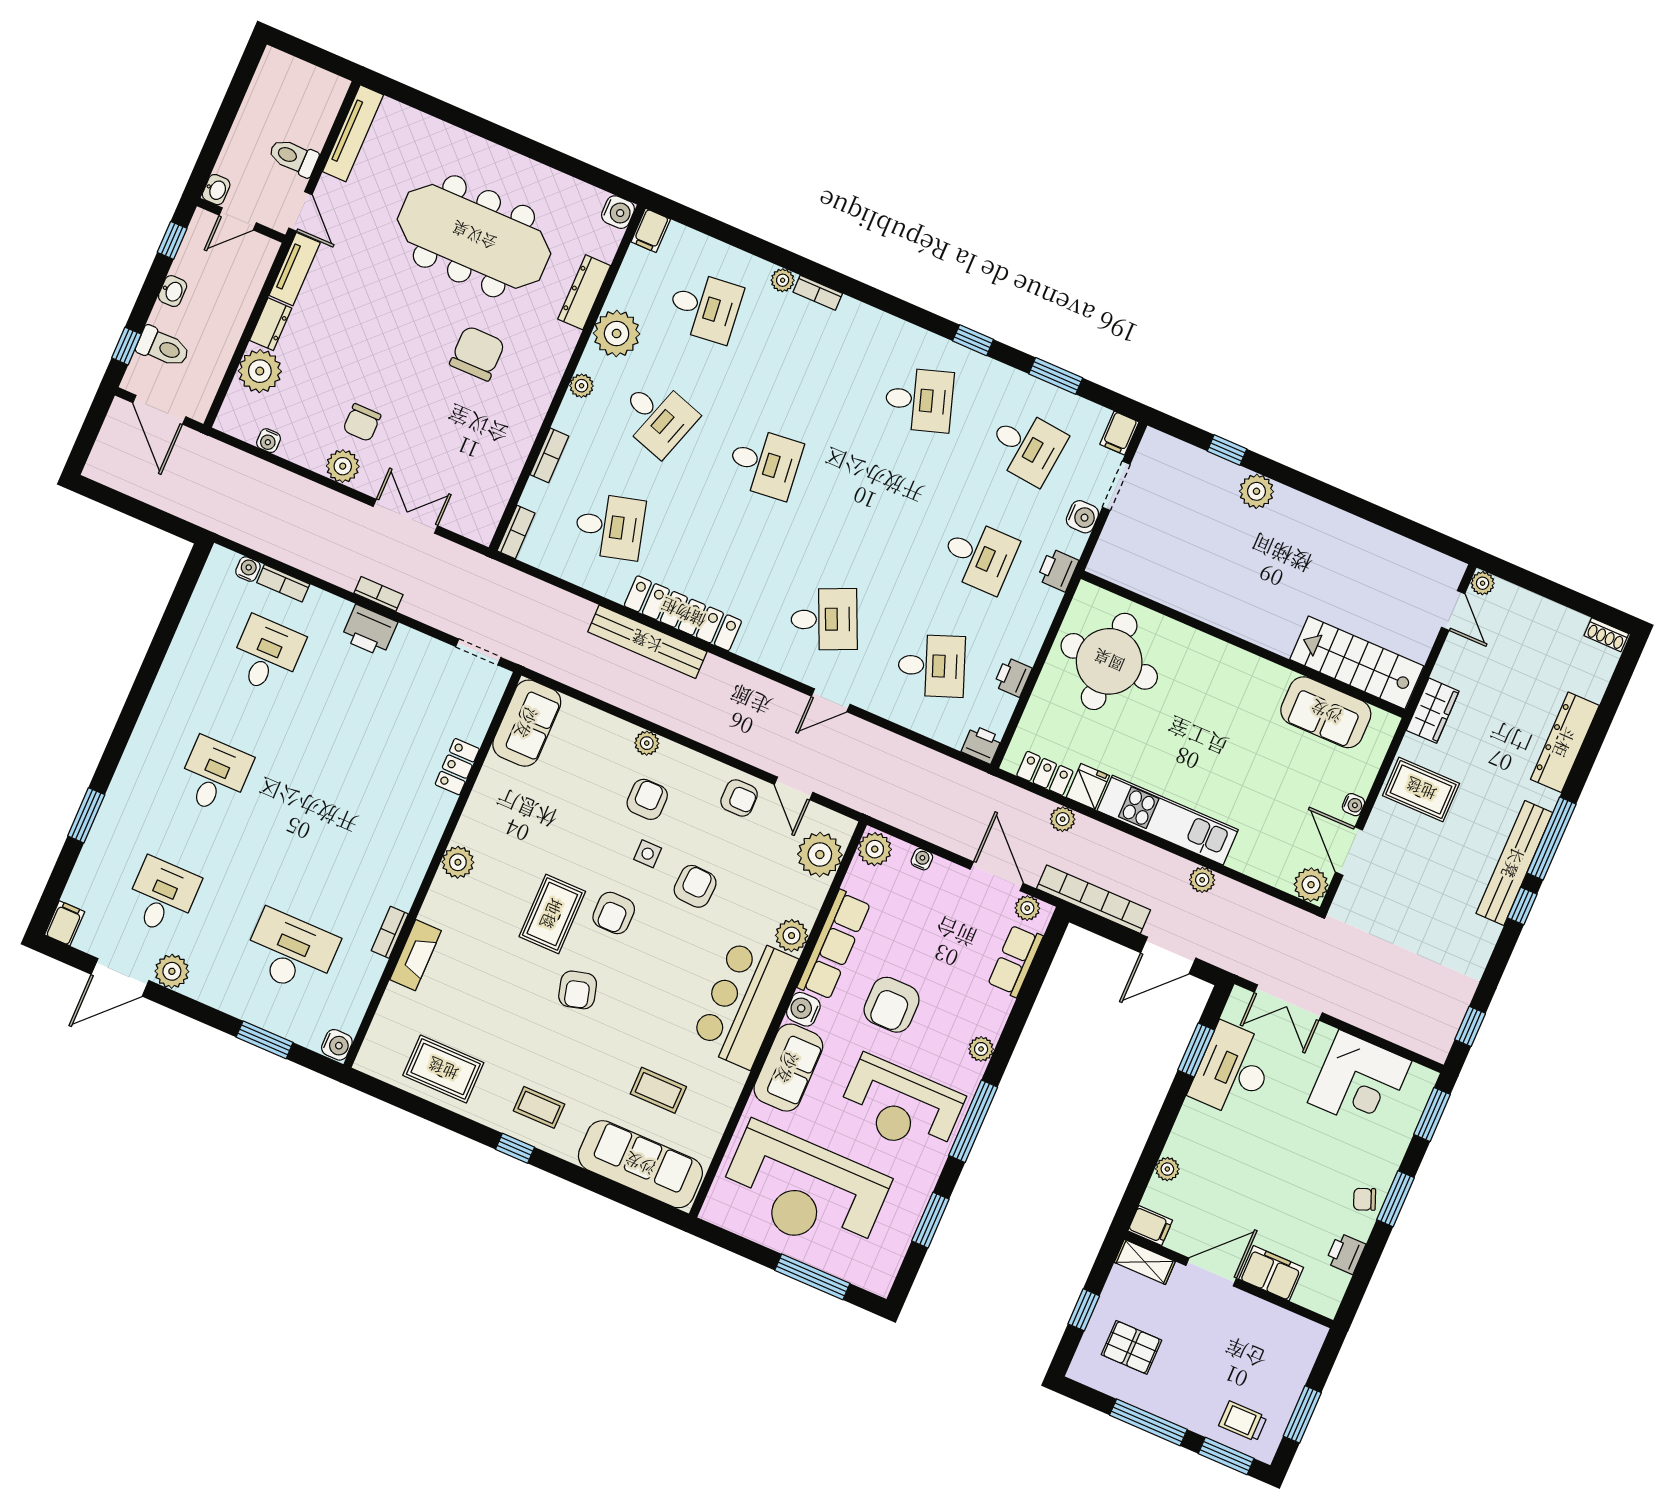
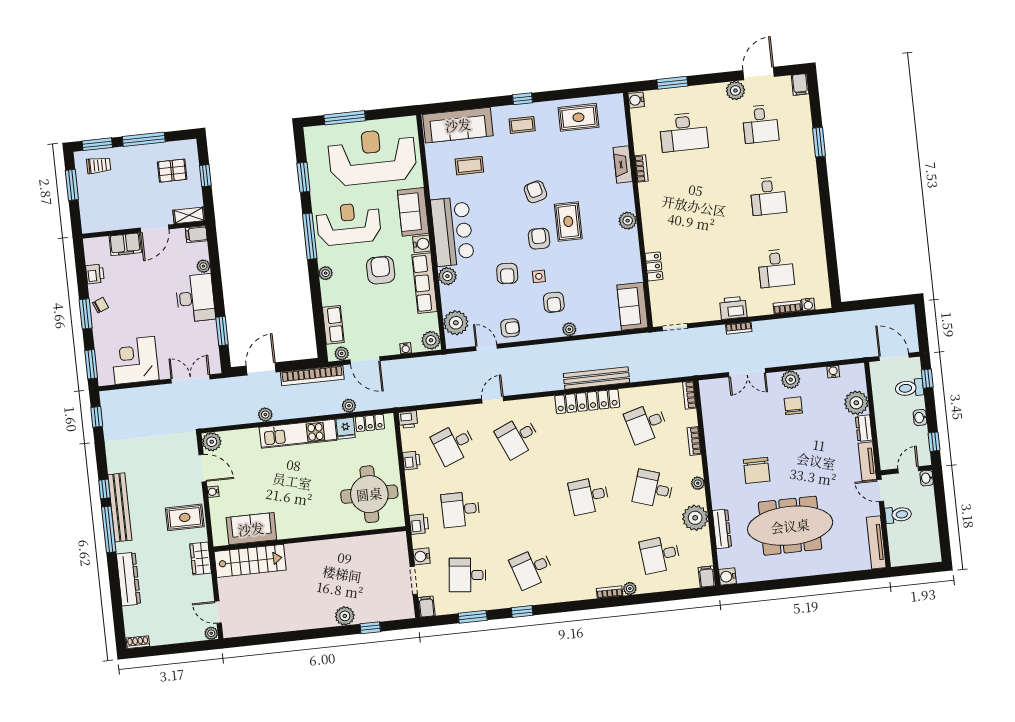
armchair: (739, 798) -> (510, 328), turned 180
desk: (1233, 1070) -> (195, 298), moved

